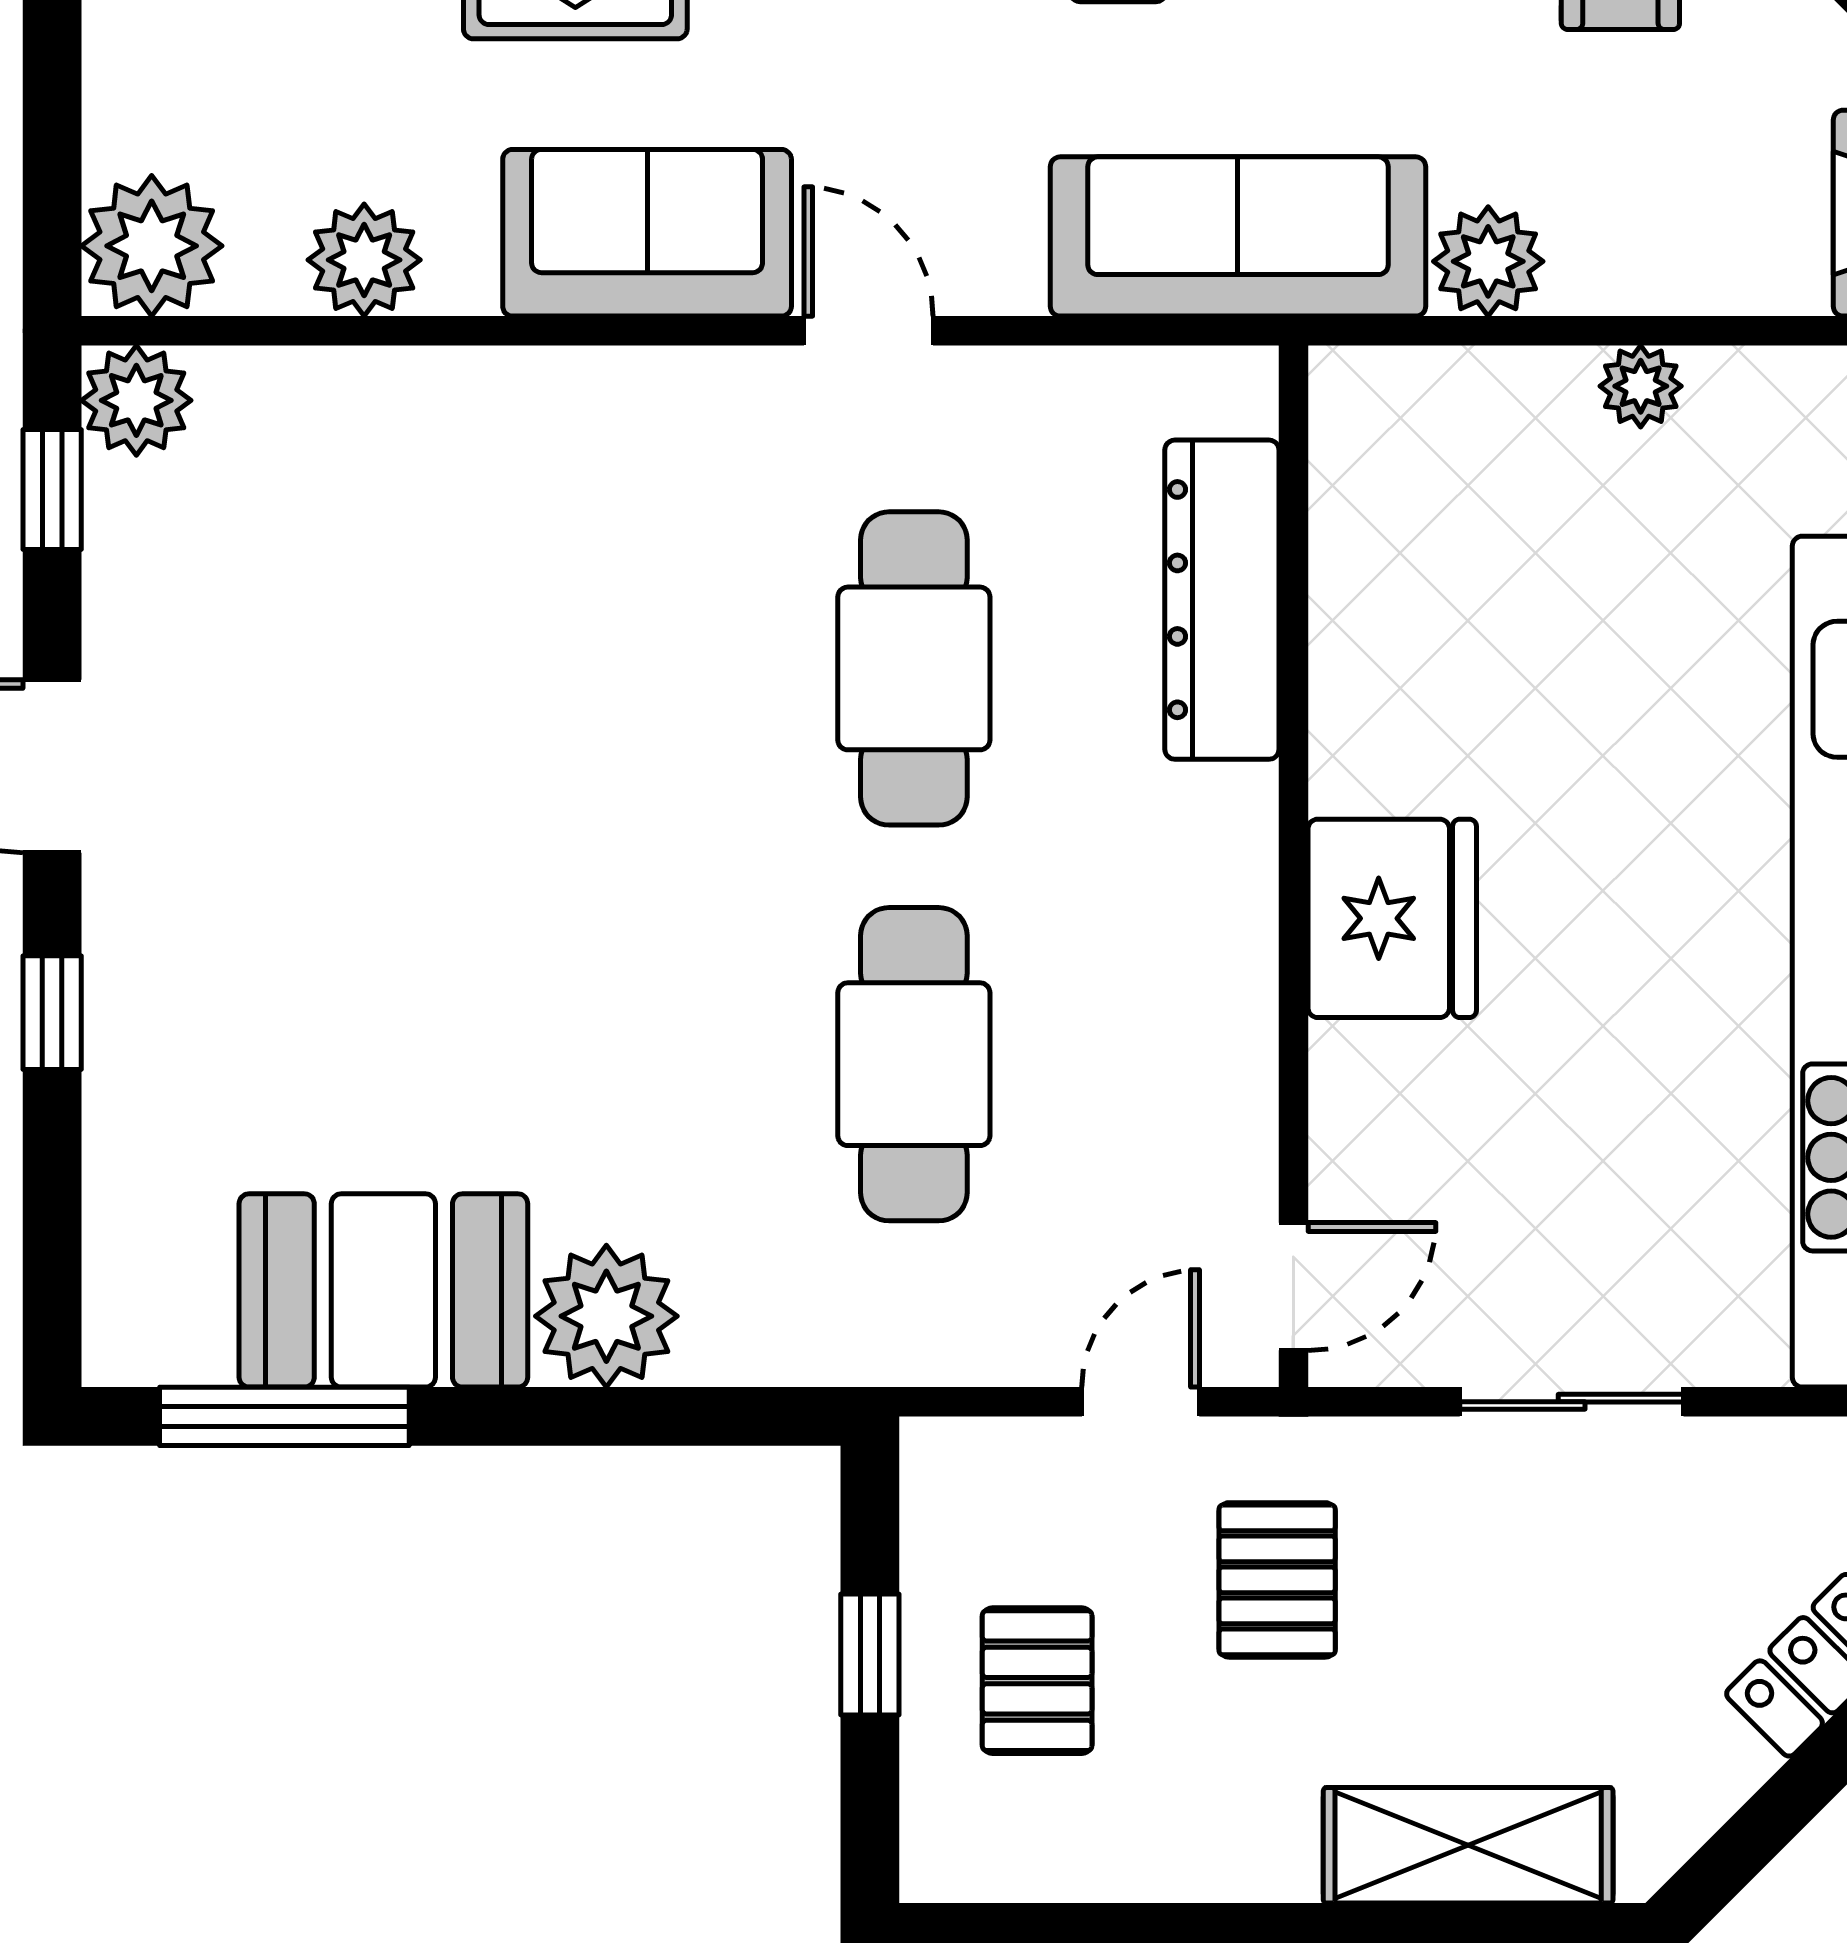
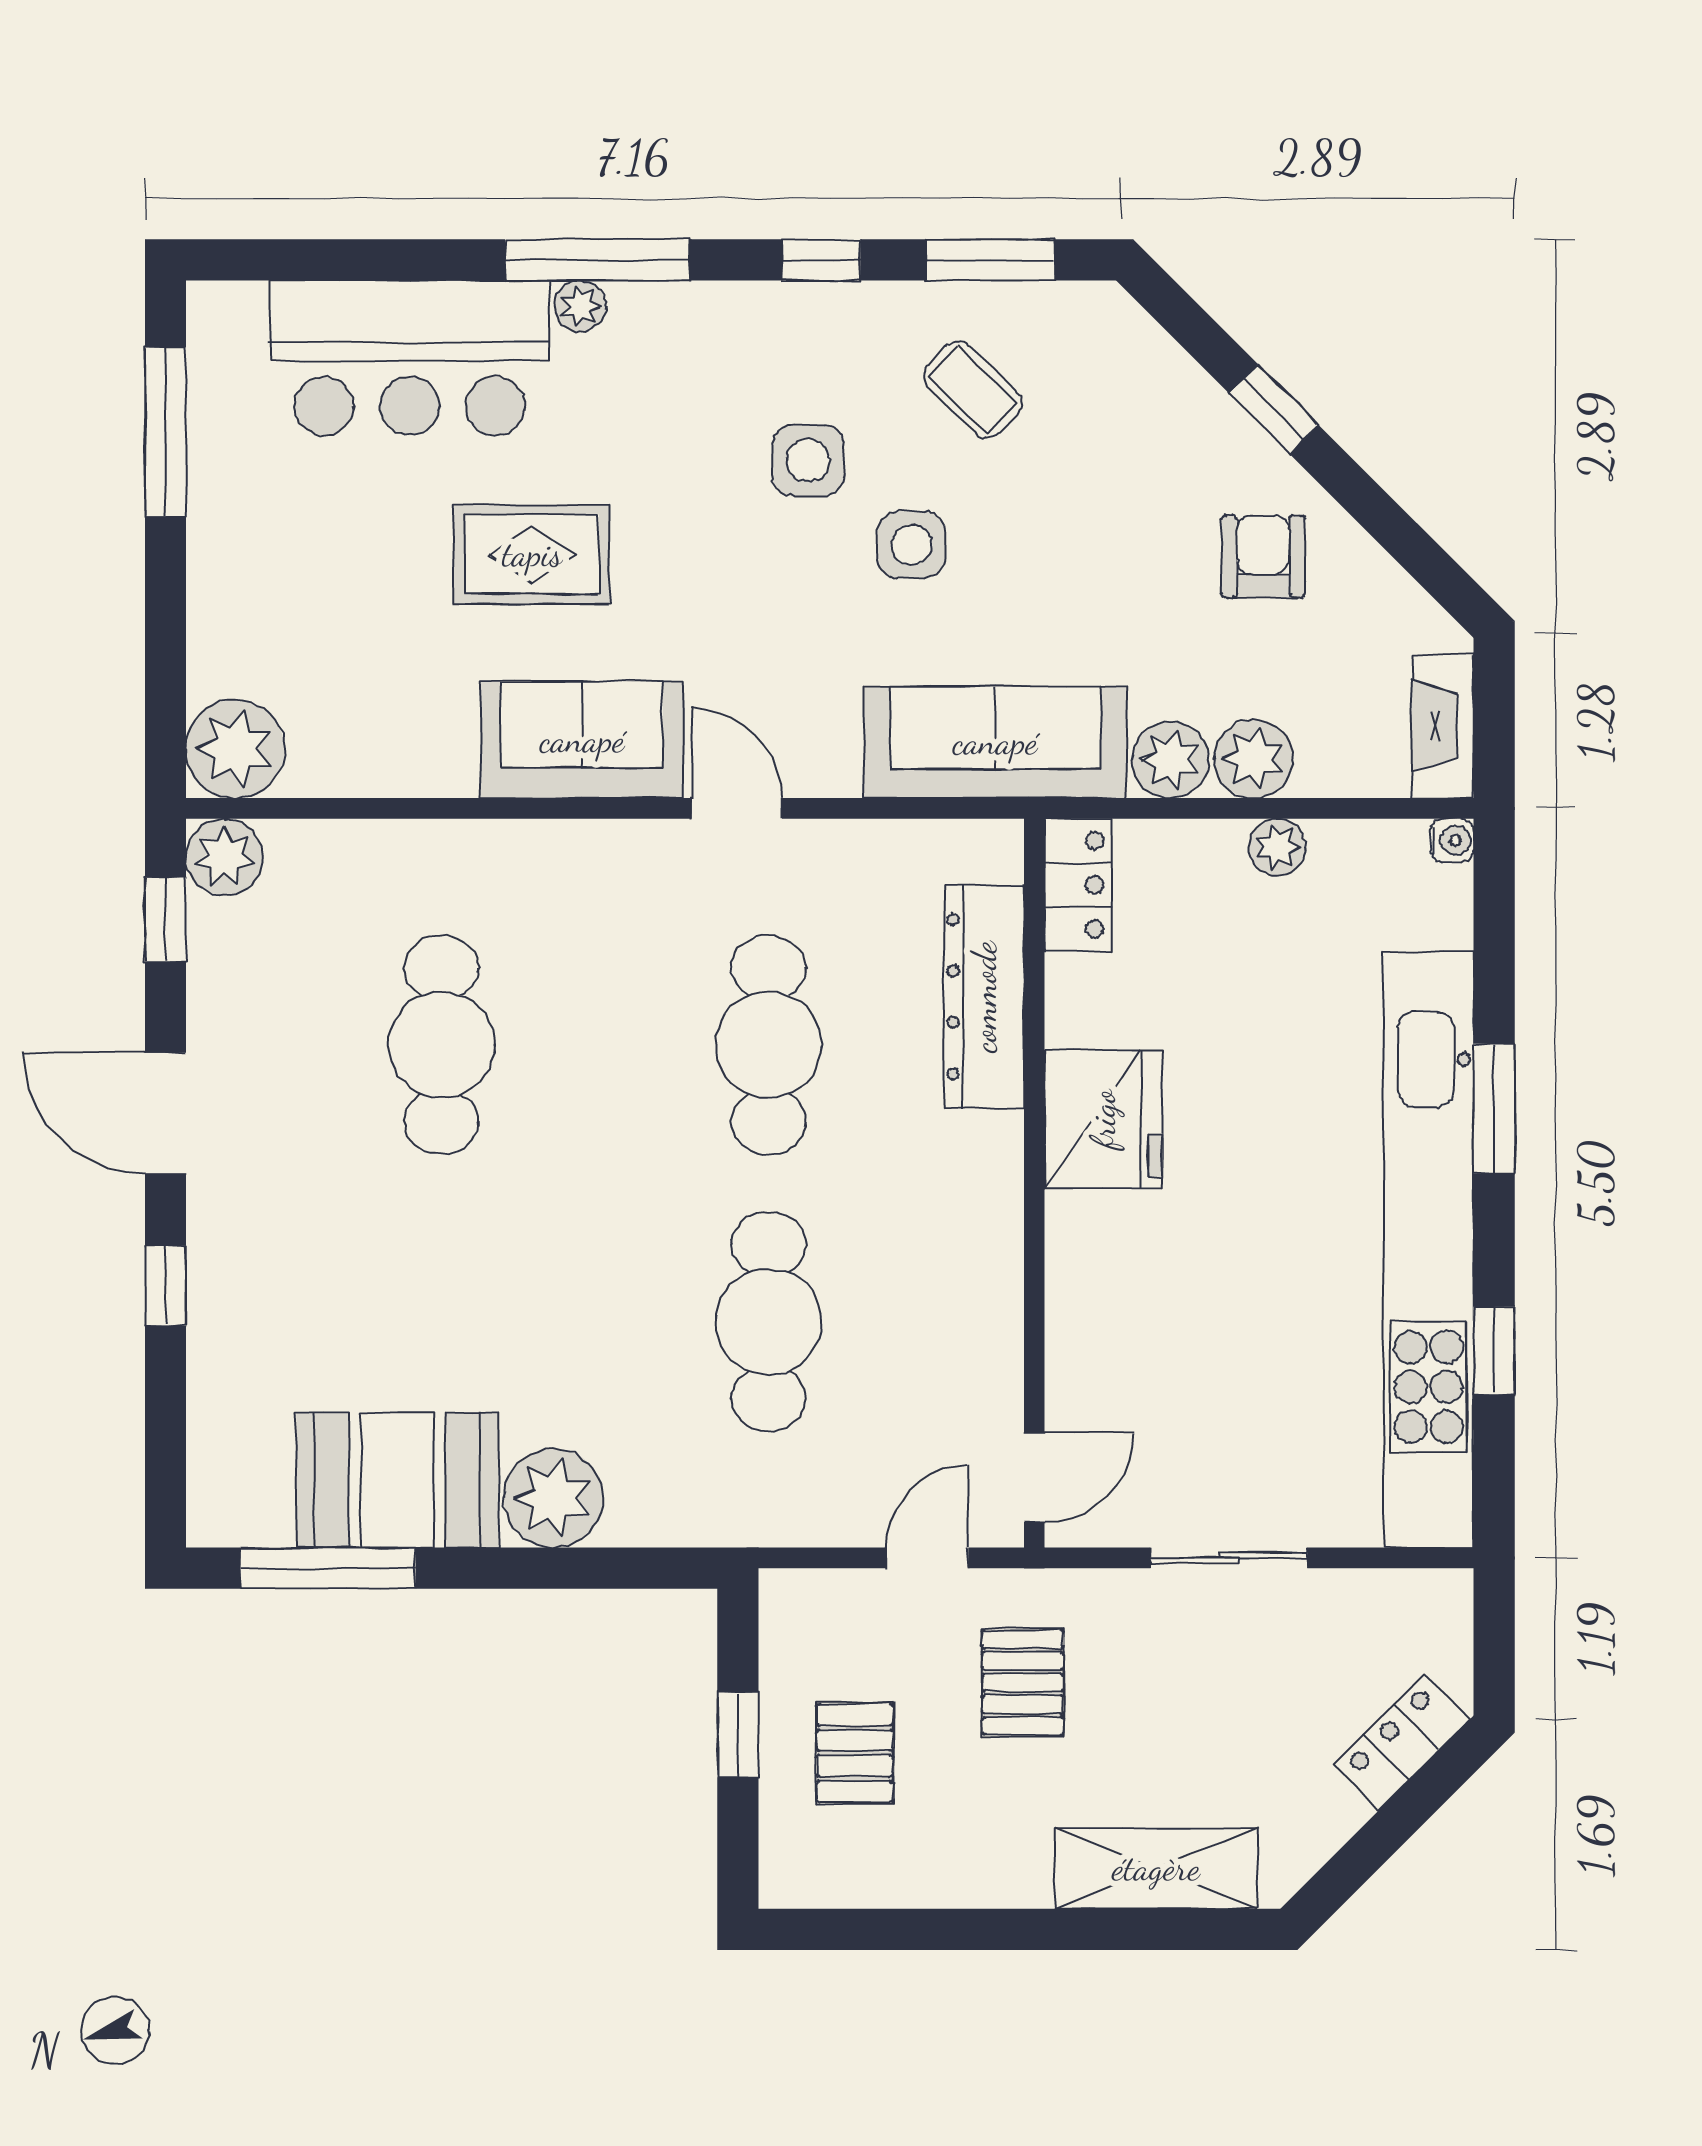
plant: (364, 260) -> (1254, 759), moved
locker: (1356, 440) -> (1078, 885), added
cafe table: (446, 668) -> (441, 1045), added
fridge: (1392, 918) -> (1103, 1119), moved

